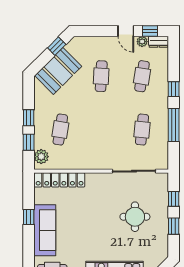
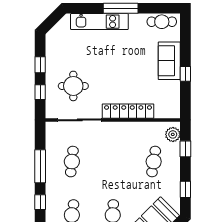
window: (29, 118) -> (185, 189), moved
locker: (60, 180) -> (128, 111), moved
round table: (135, 217) -> (73, 86), moved
sofa: (45, 230) -> (169, 61), width x0.73

